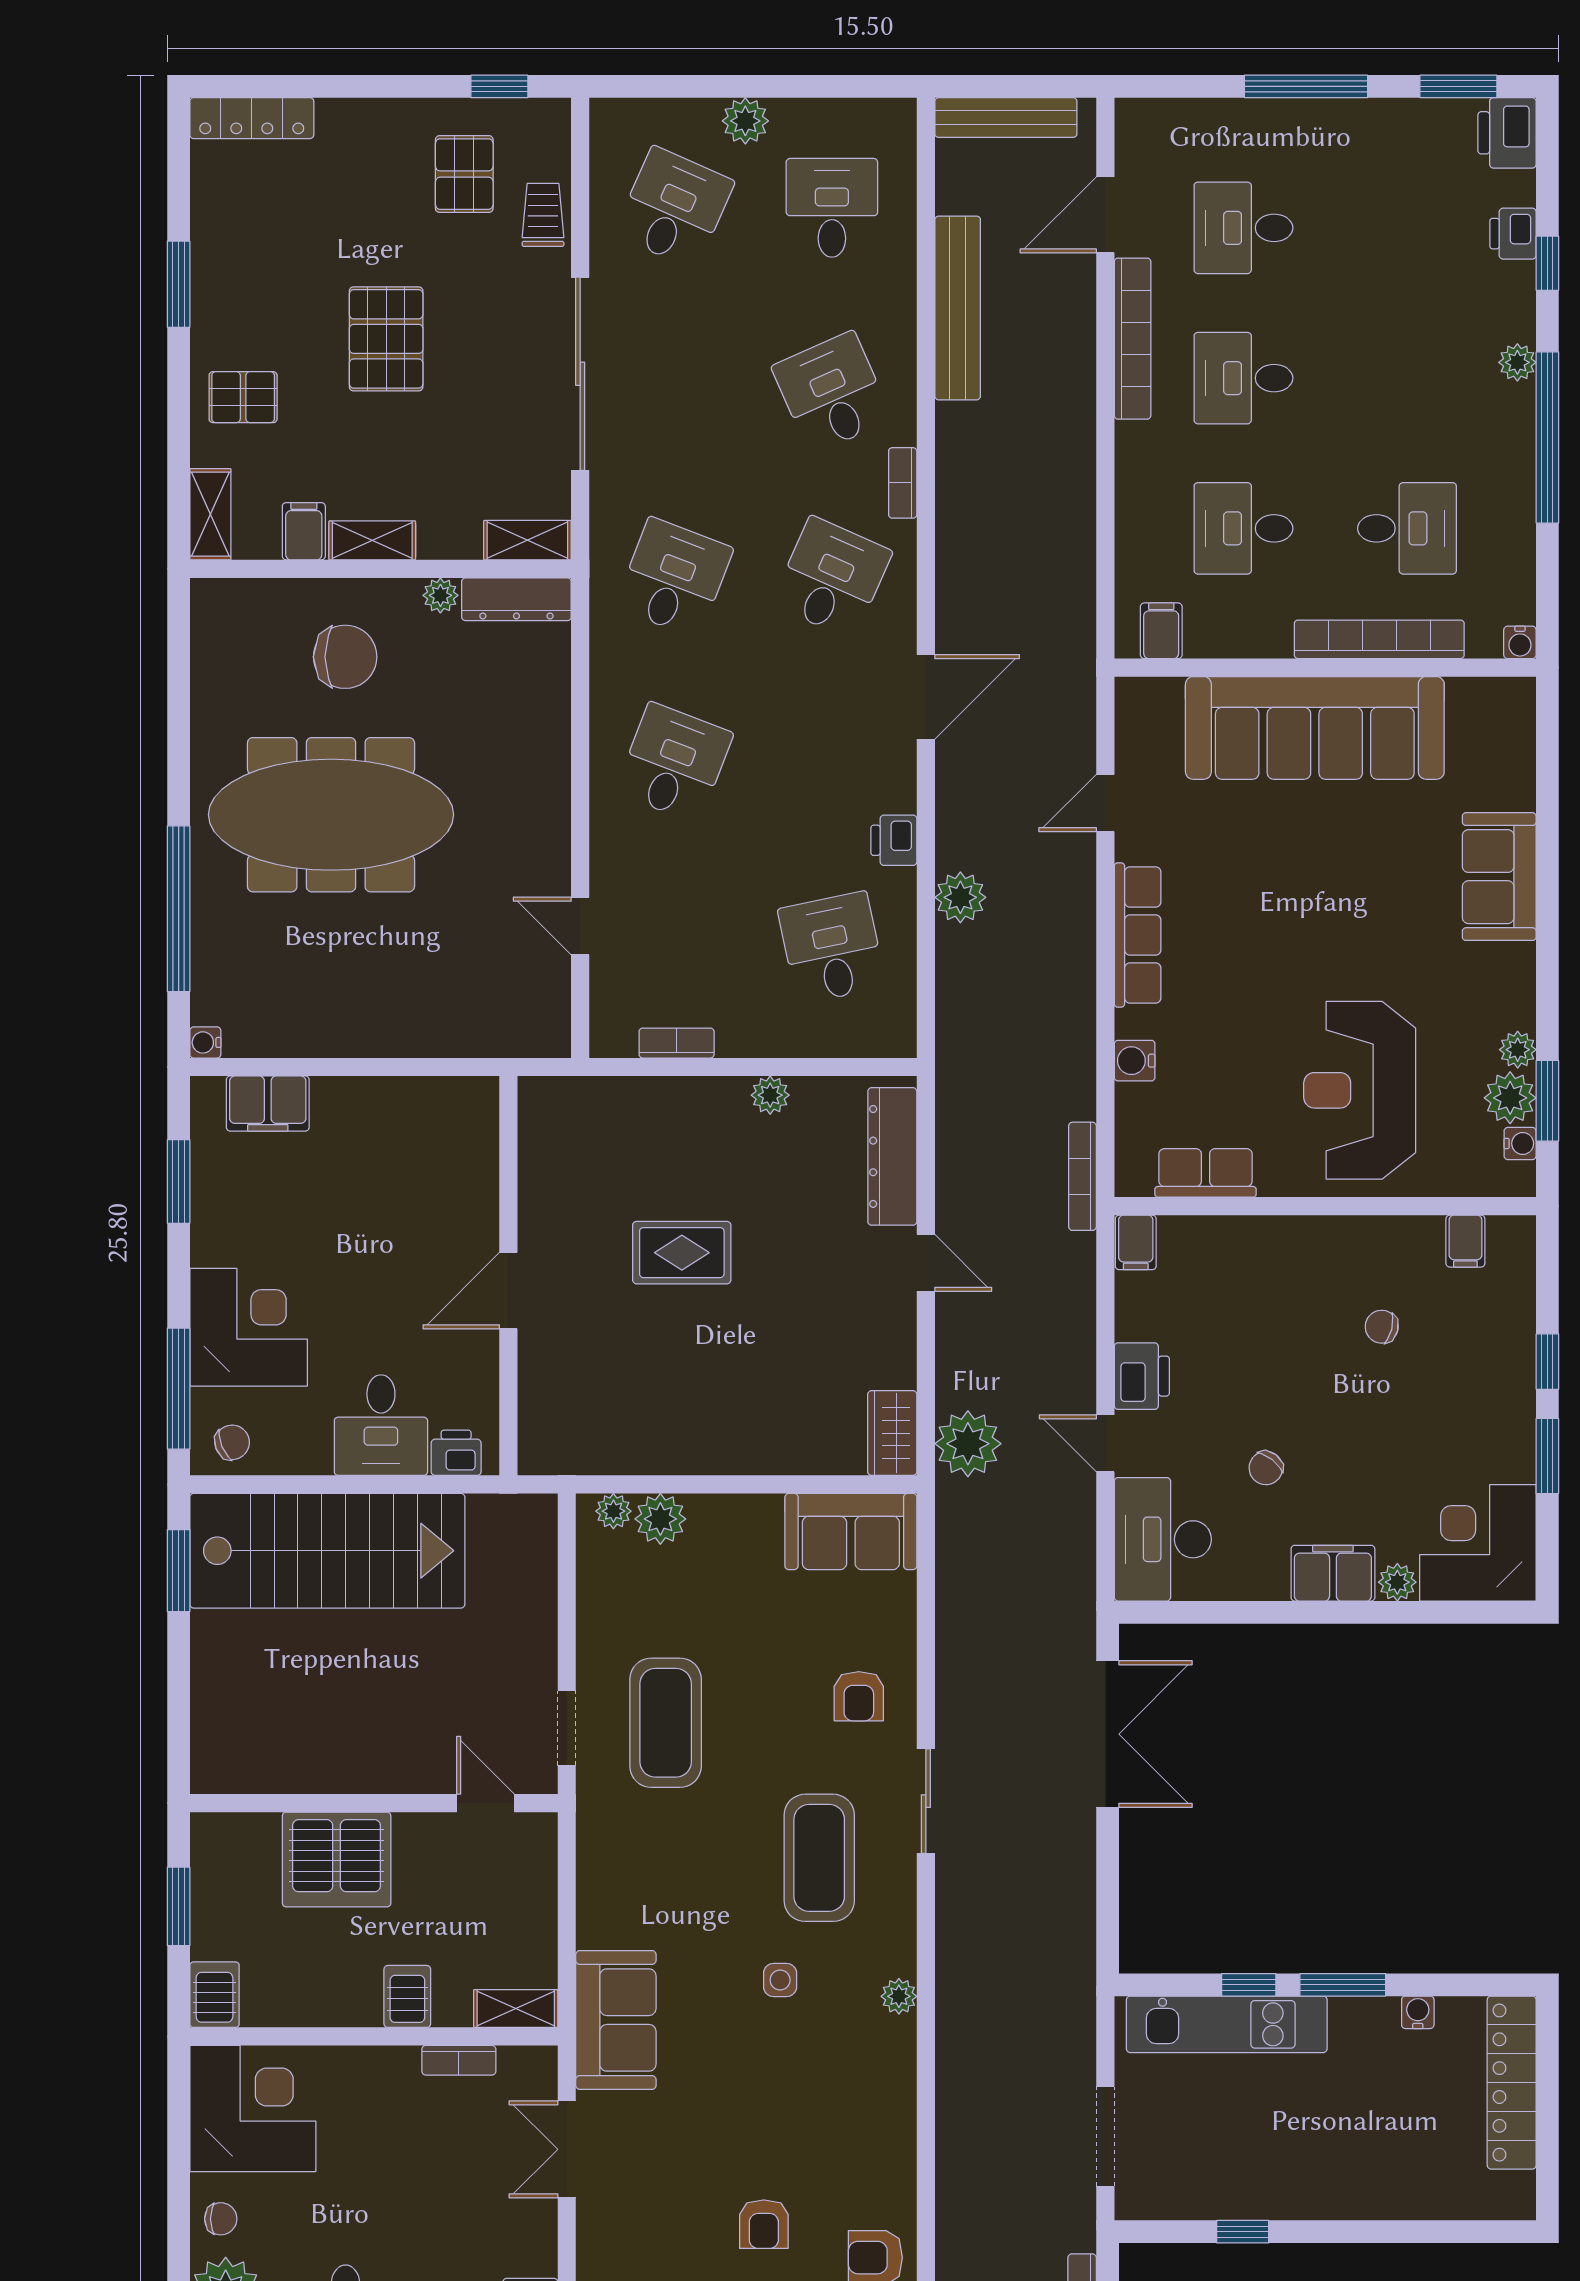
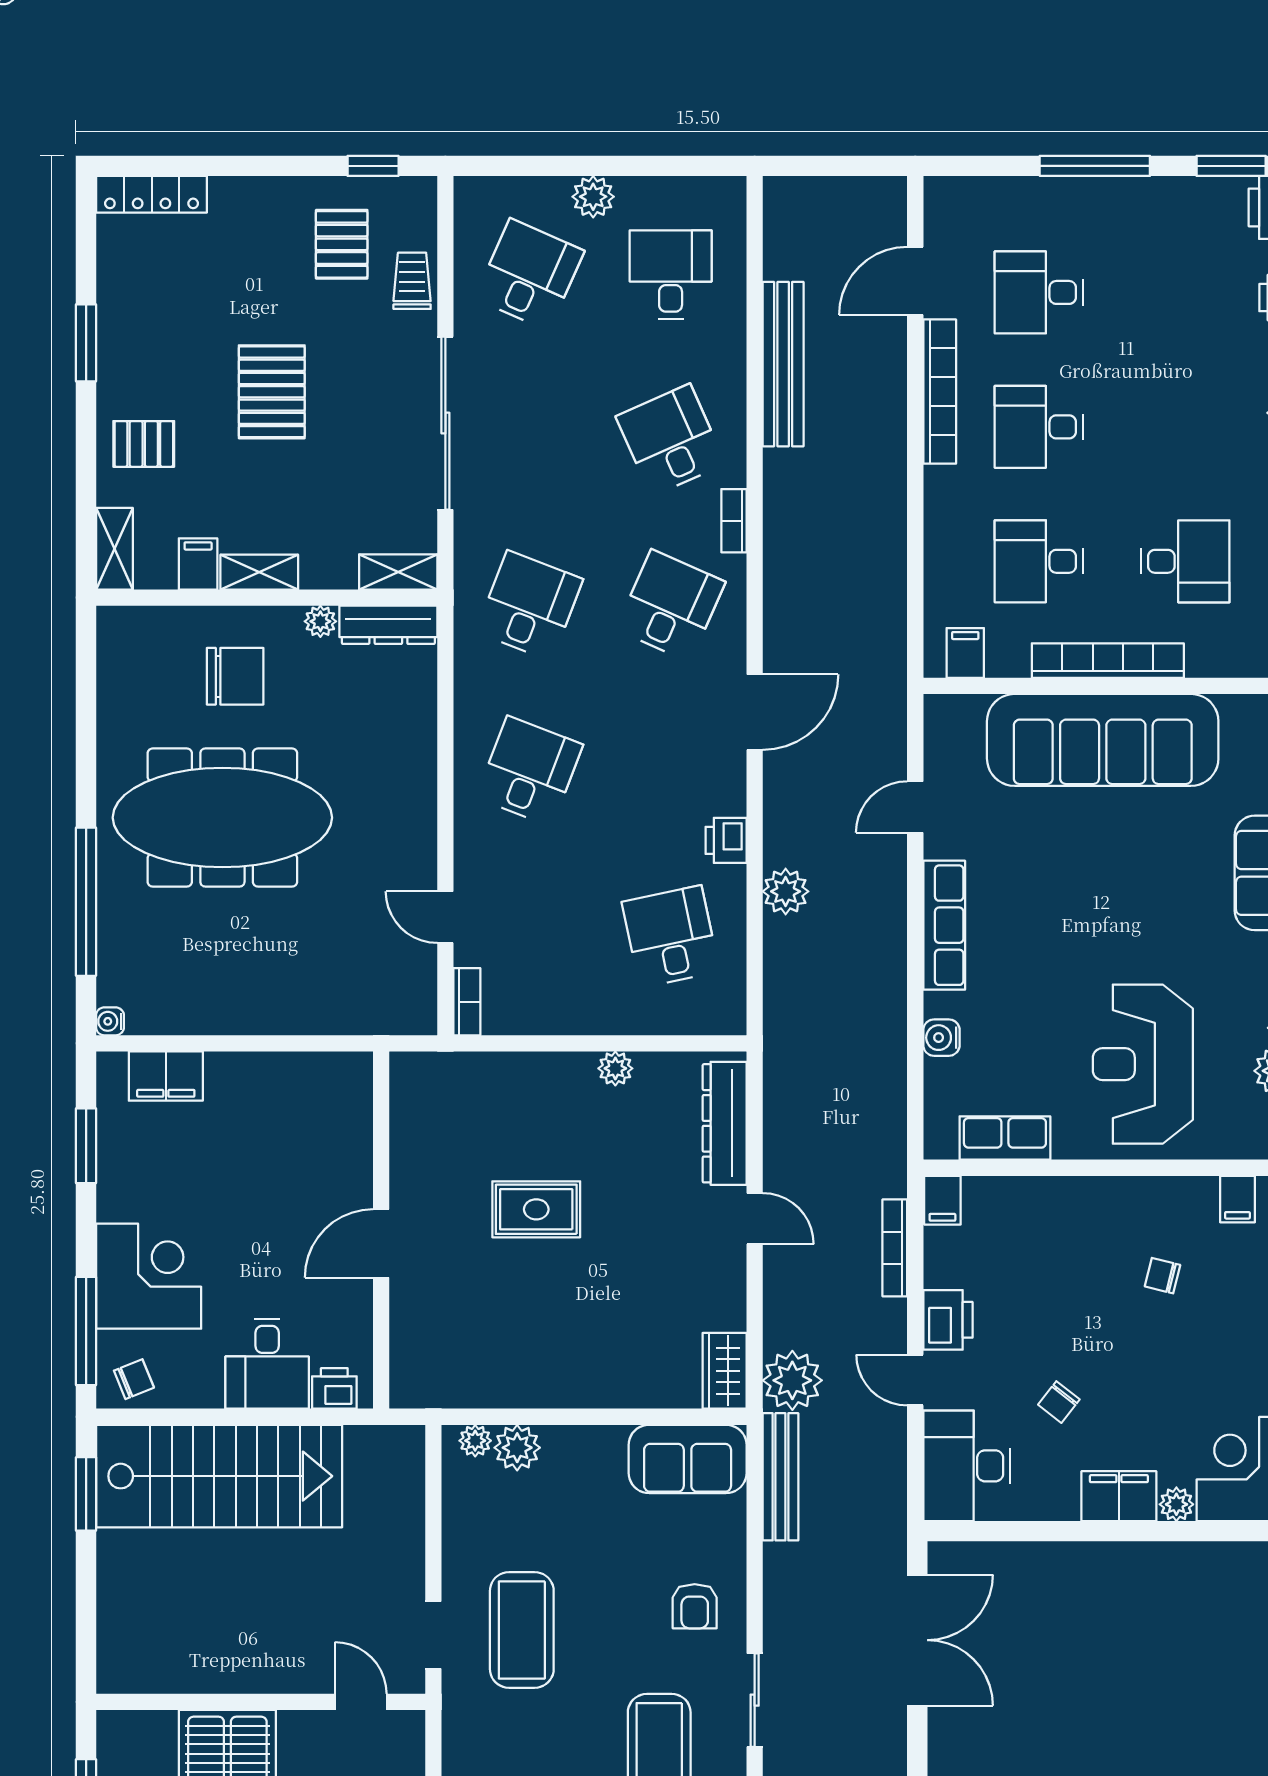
bench: (1006, 118) -> (780, 1477), moved, turned 90
bookcase: (1379, 639) -> (1108, 661), moved
bookcase: (677, 1043) -> (467, 1002), moved, turned 90
bookcase: (1082, 1176) -> (895, 1248), moved

